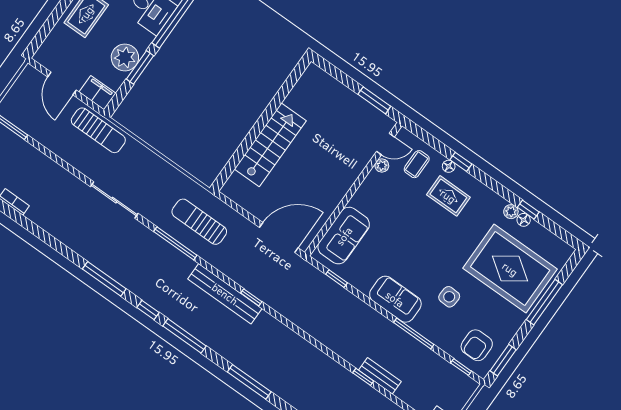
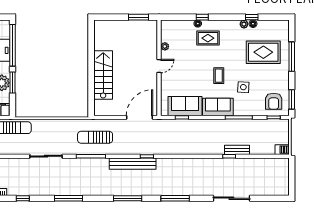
door: (385, 144) -> (159, 66), moved
coffee table: (417, 164) -> (219, 76), moved
sofa: (344, 236) -> (185, 106), moved, turned -90
rug: (510, 269) -> (263, 52), width x0.73, depth x0.69
window: (148, 310) -> (23, 198), moved

